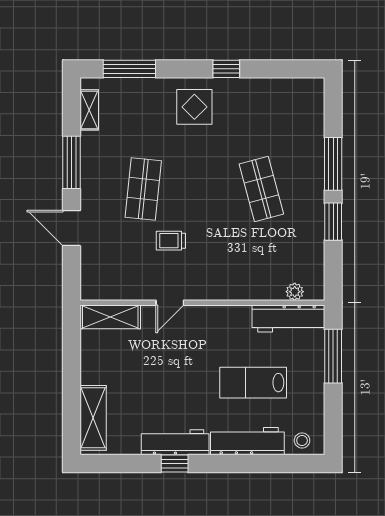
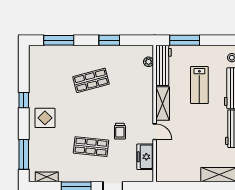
window: (333, 164) -> (59, 40), moved
freezer: (125, 286) -> (145, 157), added
shelving: (110, 317) -> (163, 104), moved

